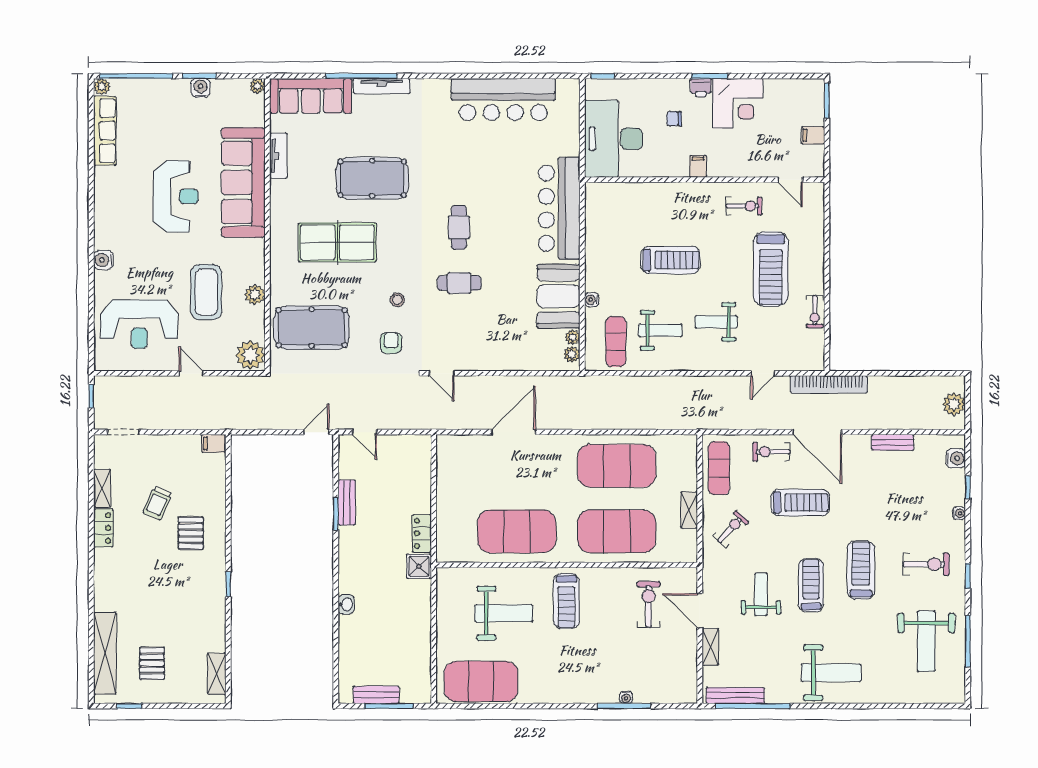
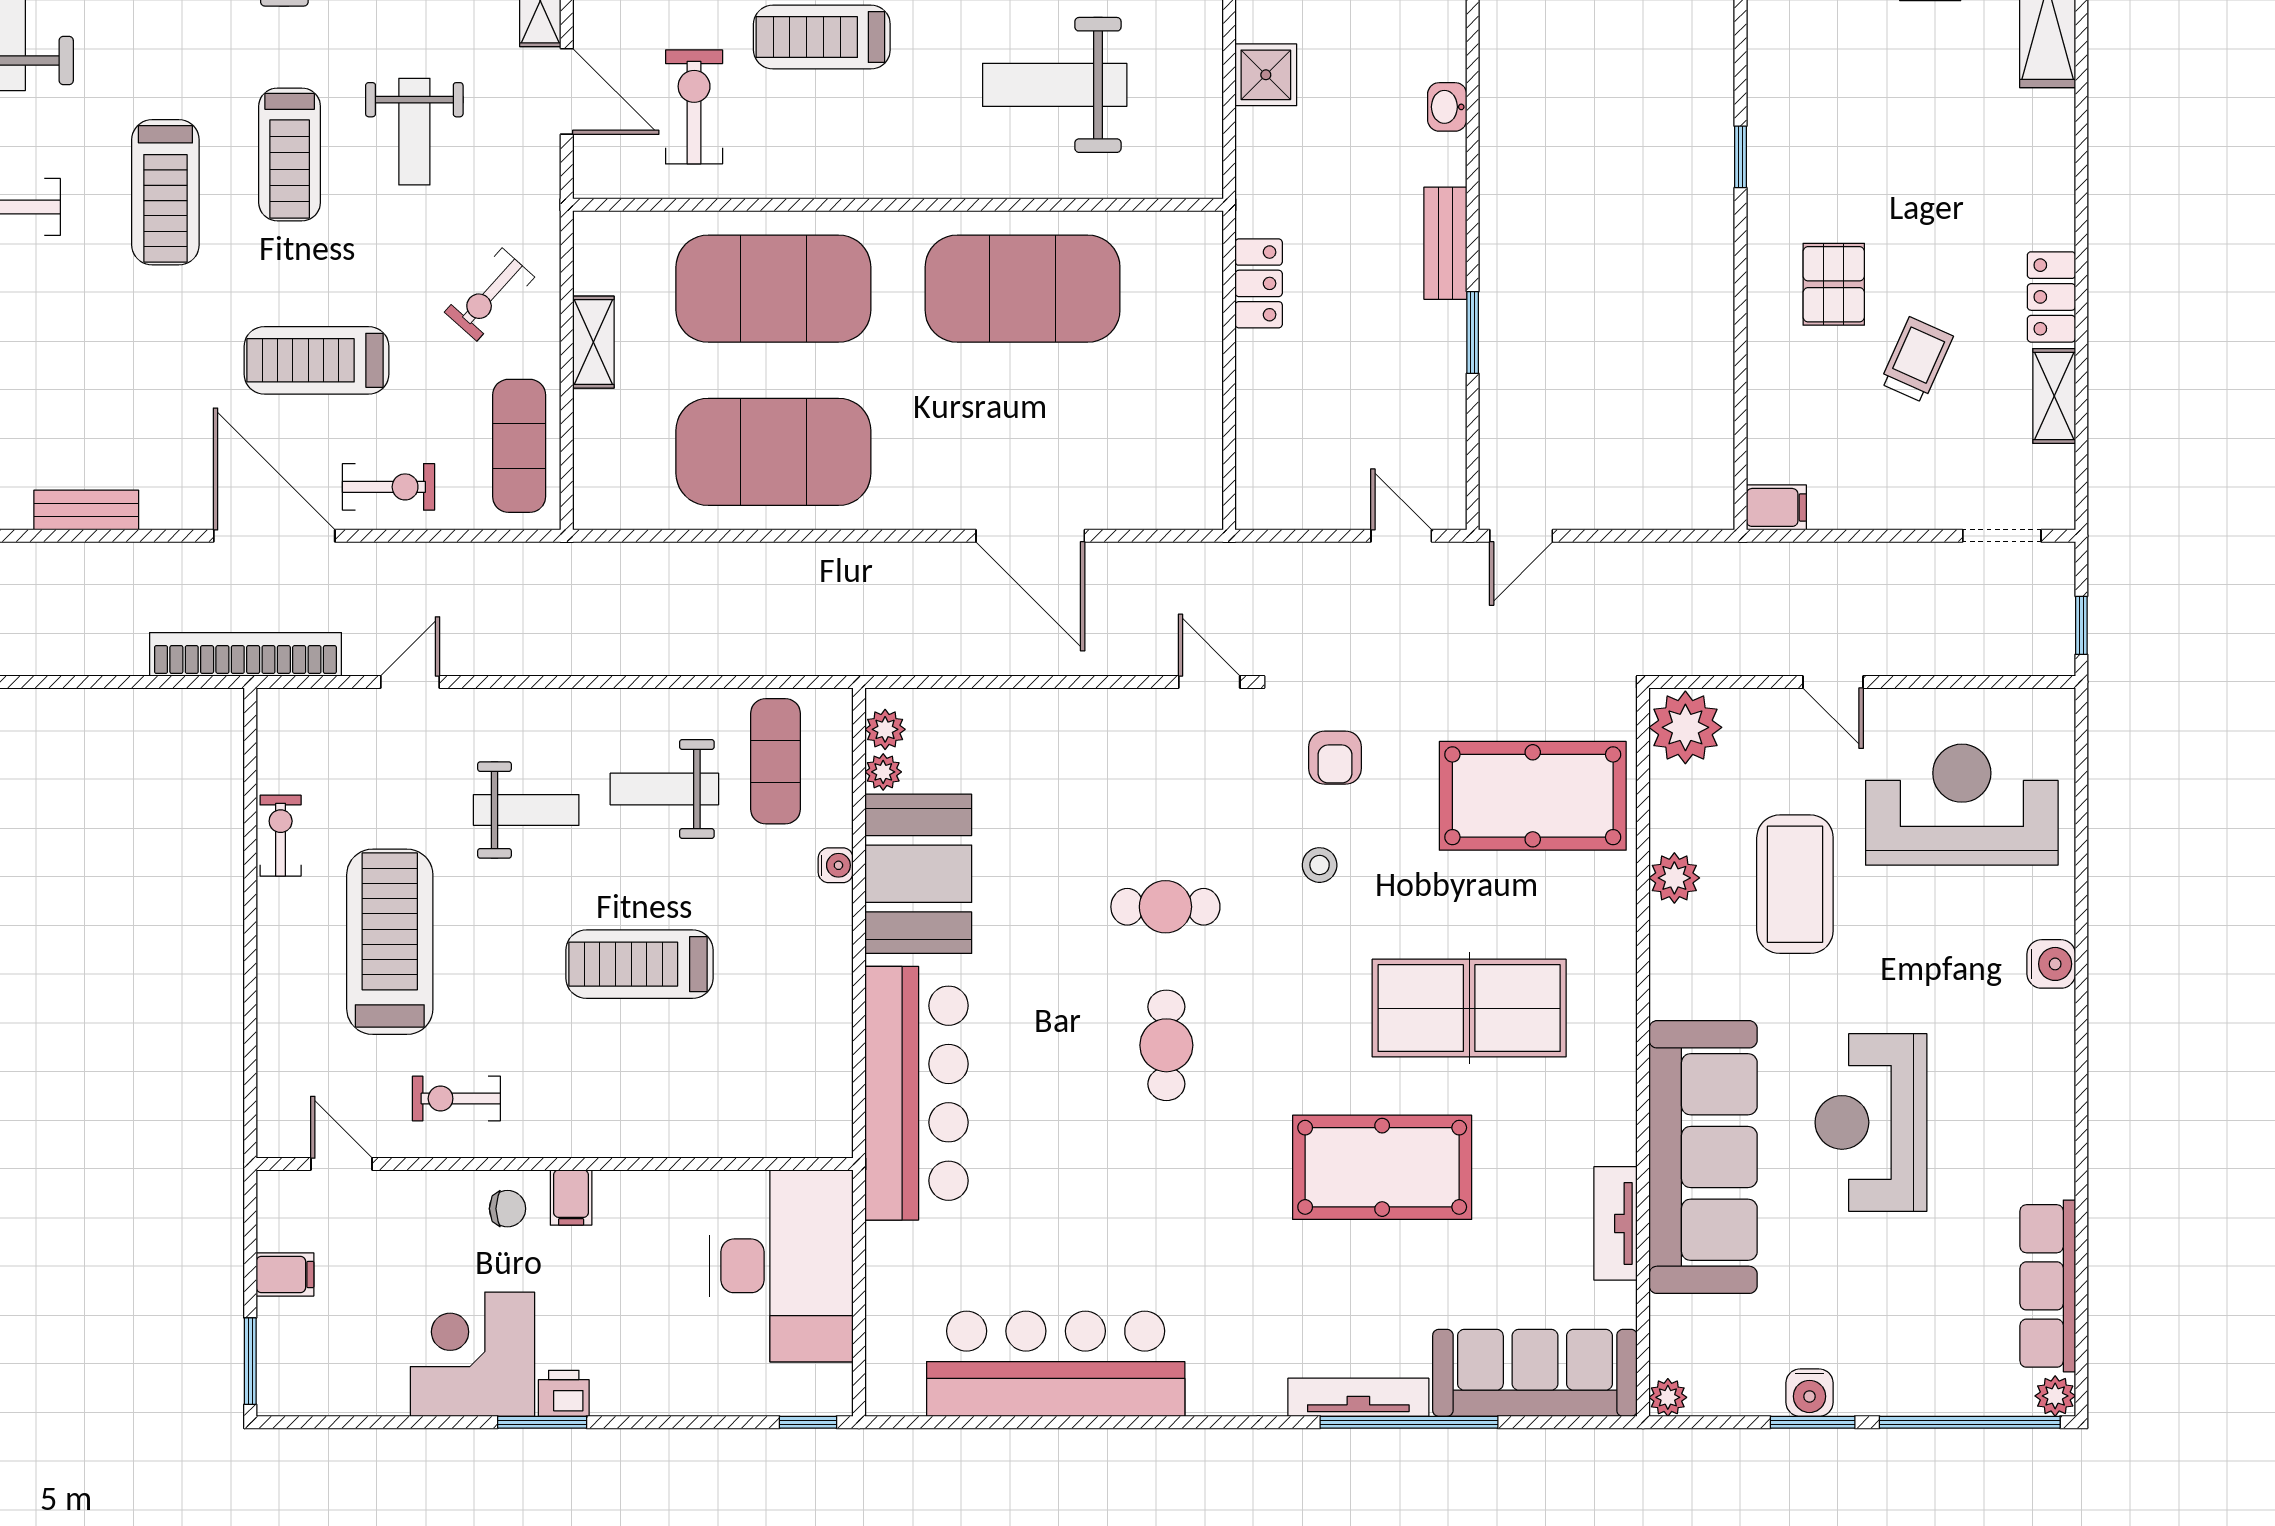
chair: (674, 119) -> (507, 1209), moved
door: (514, 432) -> (1030, 536), hinge flipped
bench: (347, 503) -> (1445, 243), moved
shower: (419, 566) -> (1266, 75), moved
treadmill: (566, 601) -> (822, 37), moved, turned -90
exercise bike: (649, 604) -> (694, 107), turned 180

